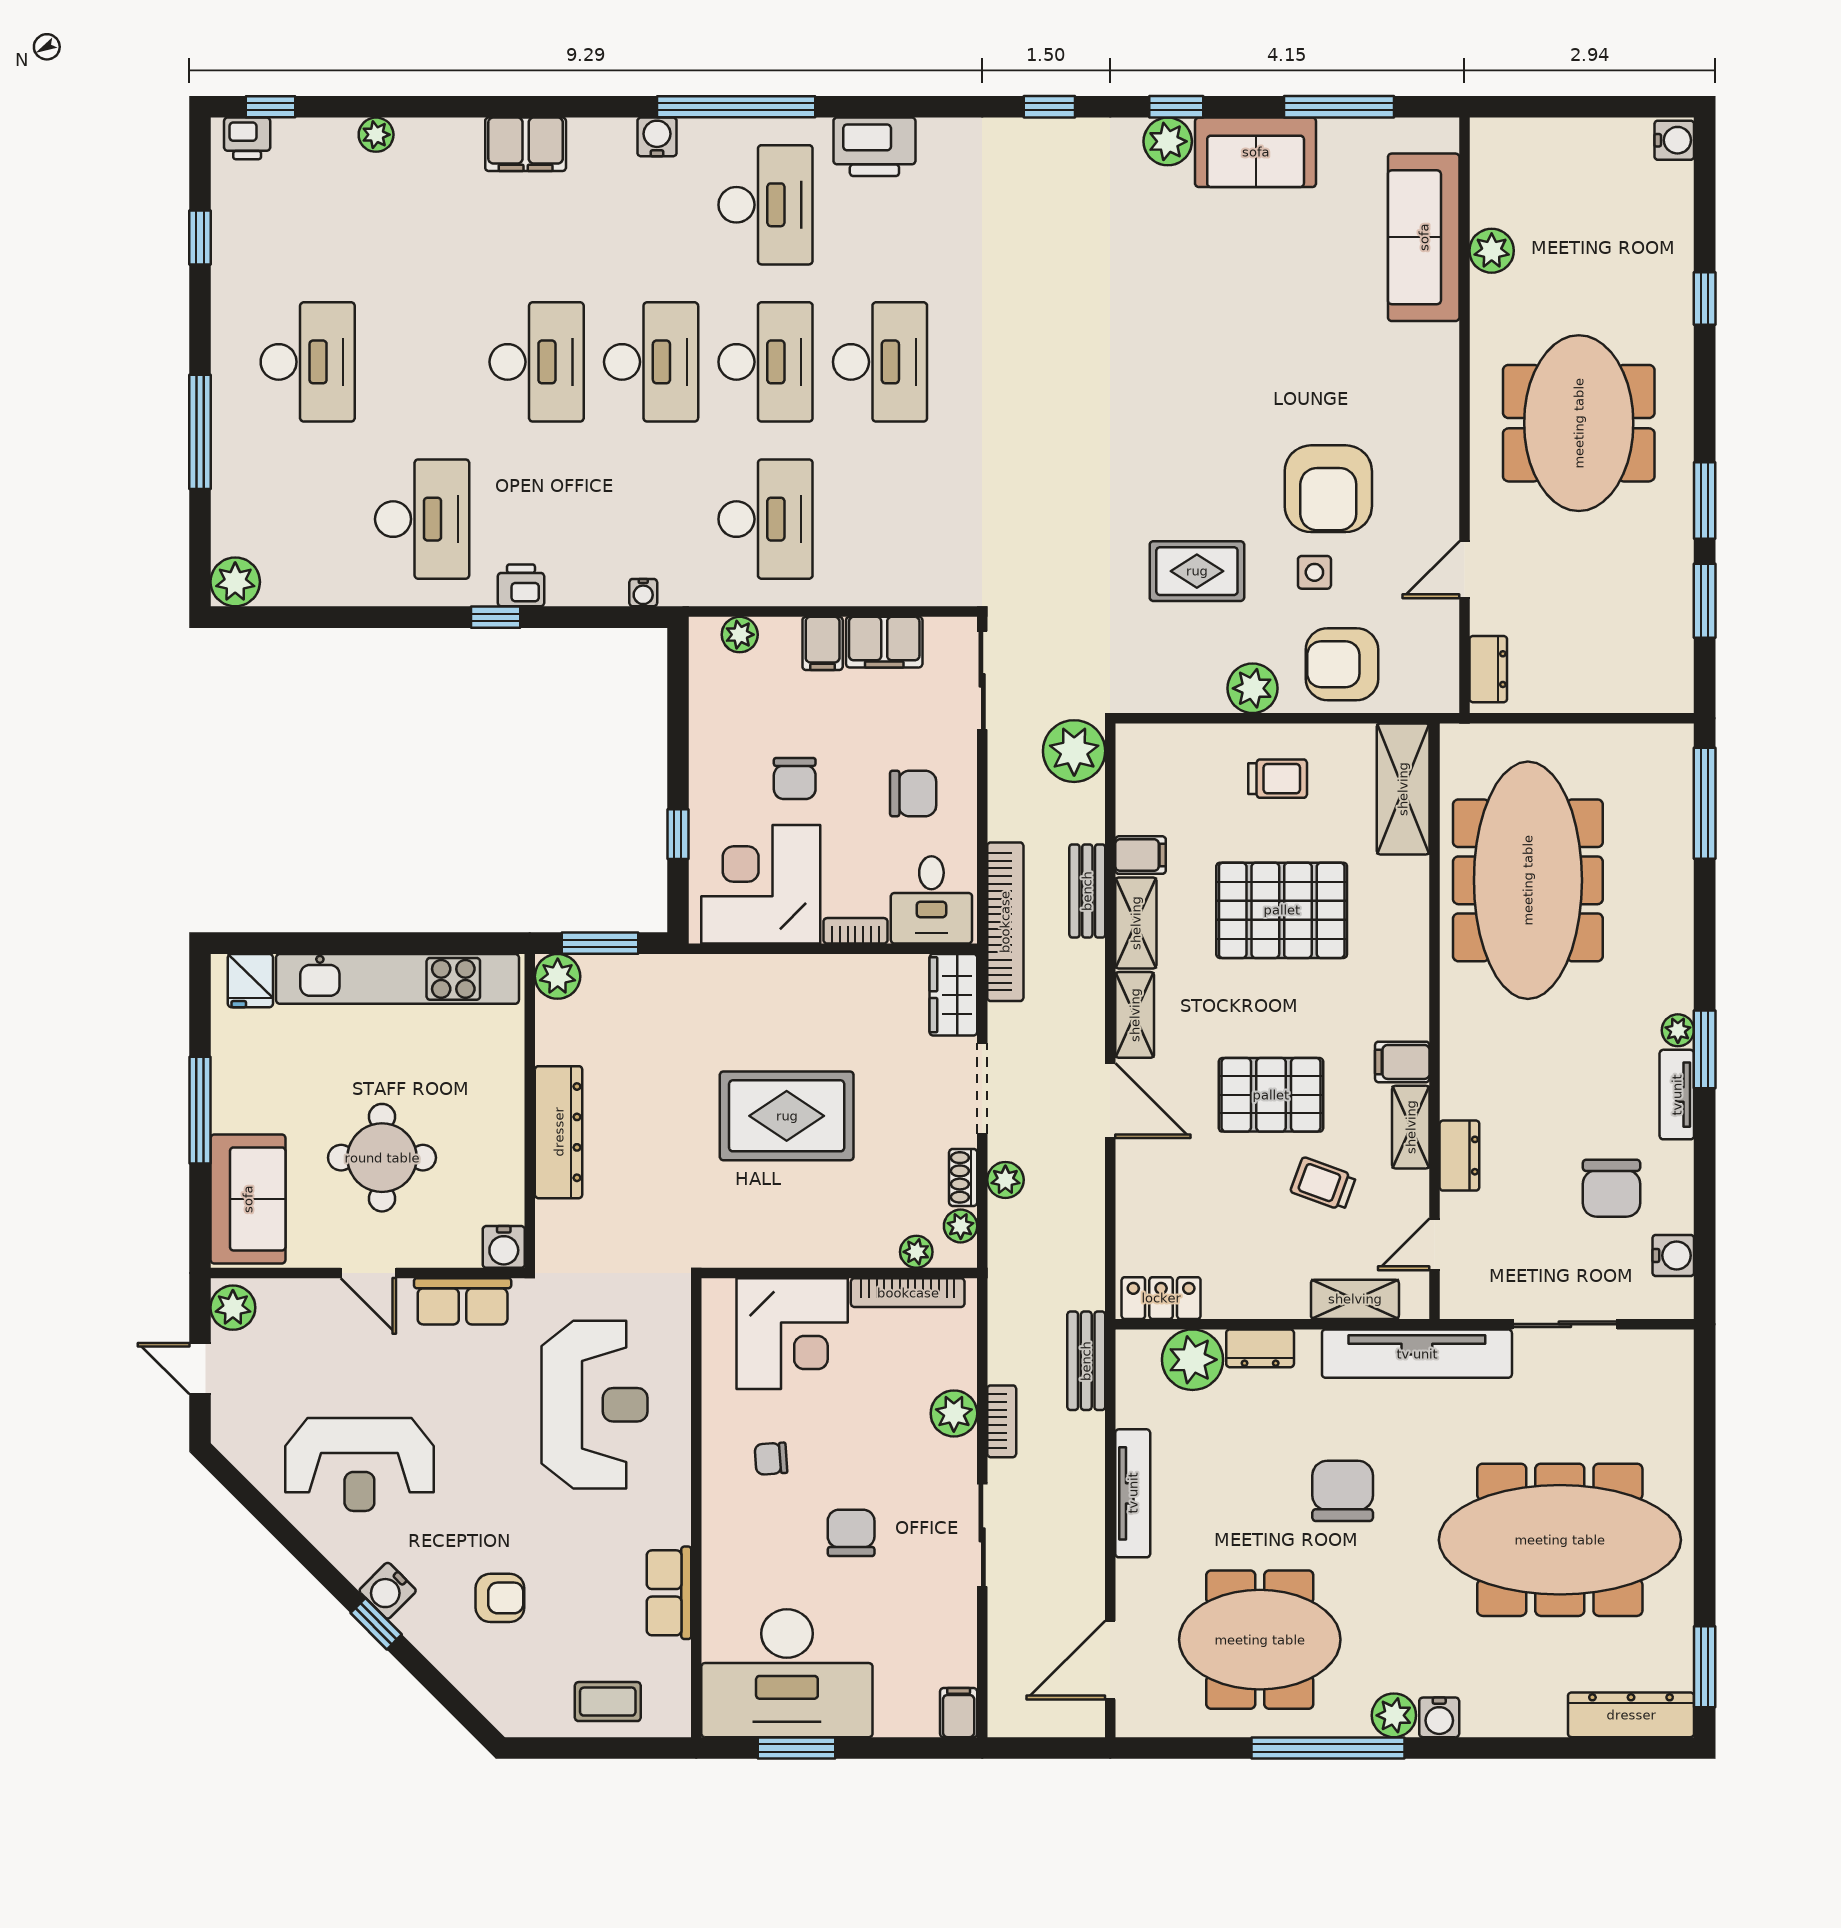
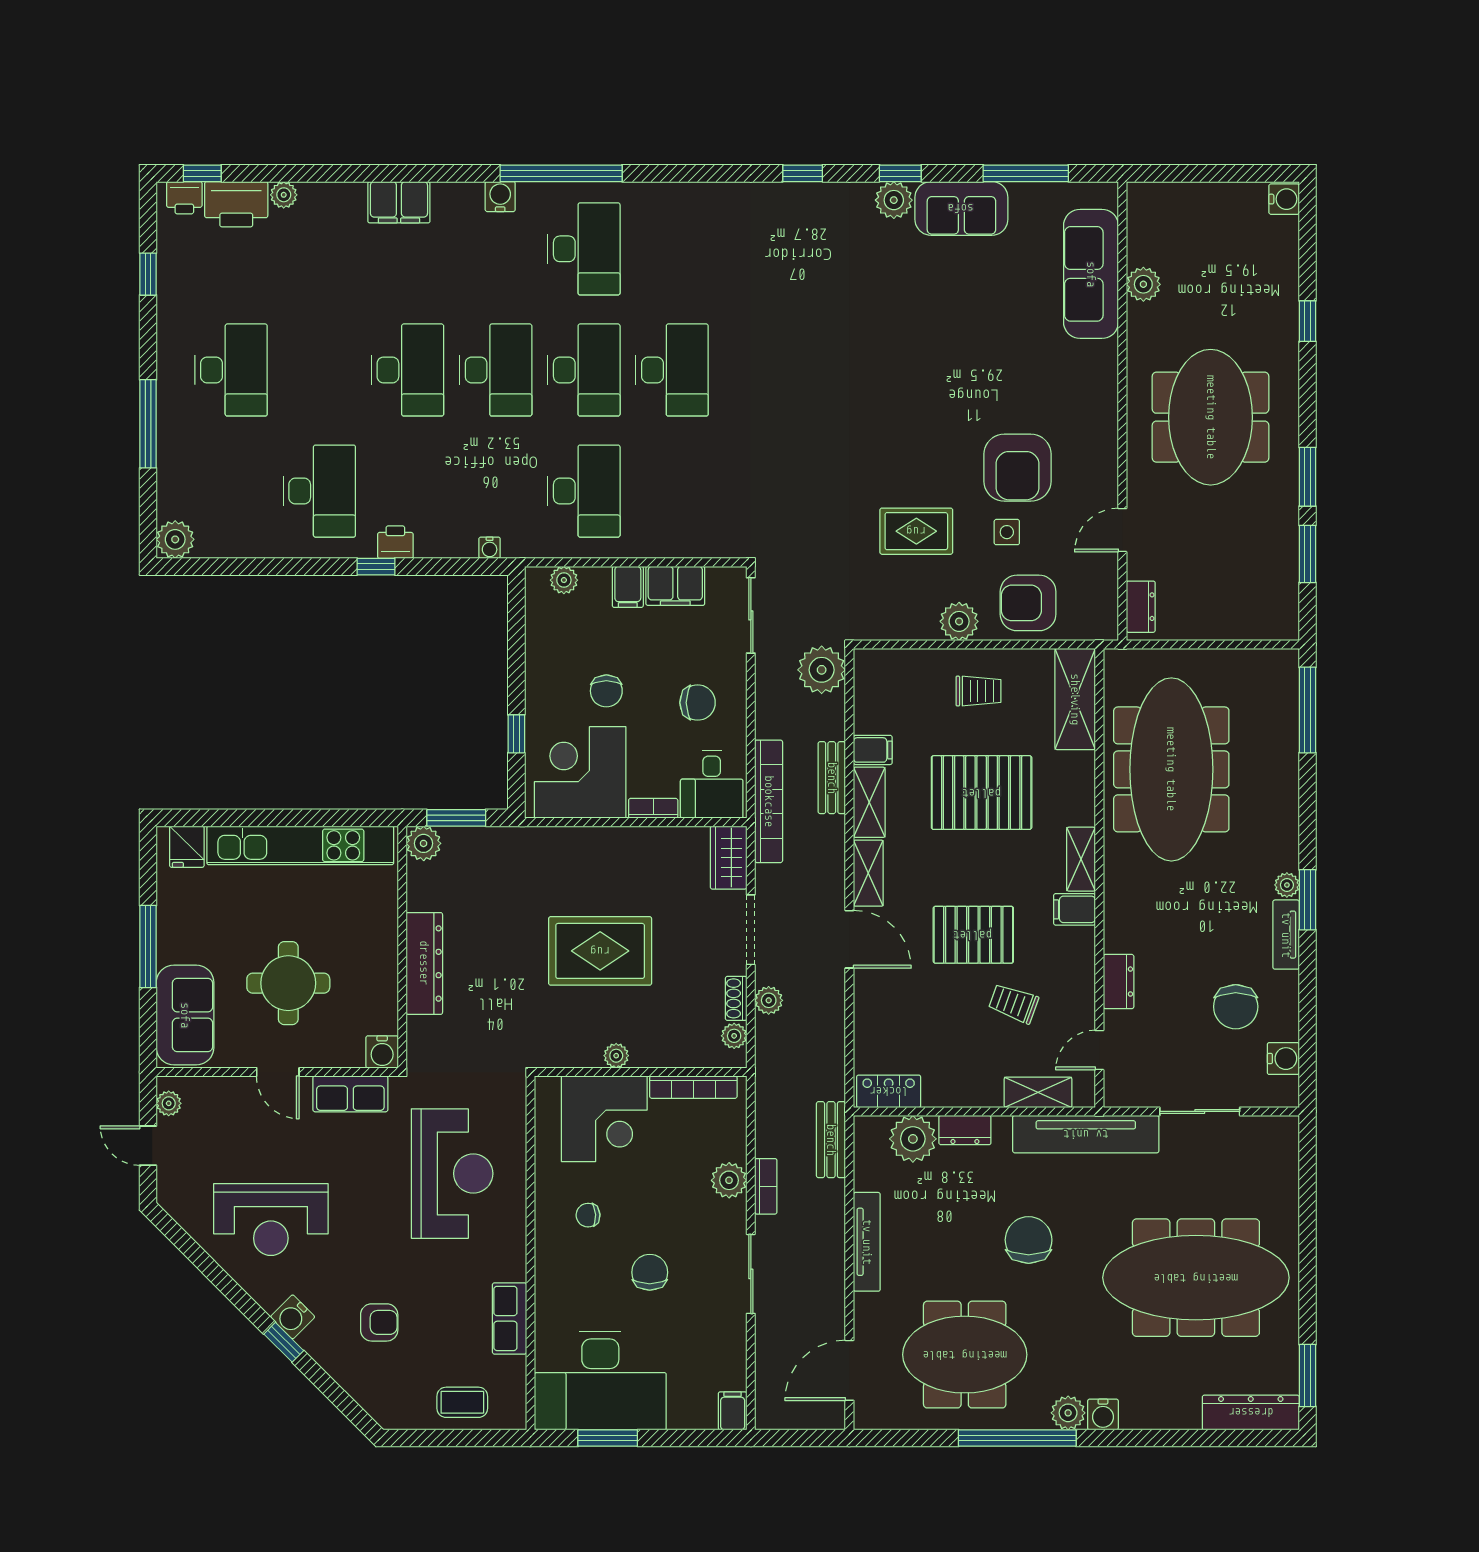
printer: (874, 147) -> (236, 204), moved
shelving: (1411, 1127) -> (1081, 859), moved
plant: (916, 1252) -> (616, 1056), moved
plant: (233, 1308) -> (169, 1103), width x0.73, depth x0.73

